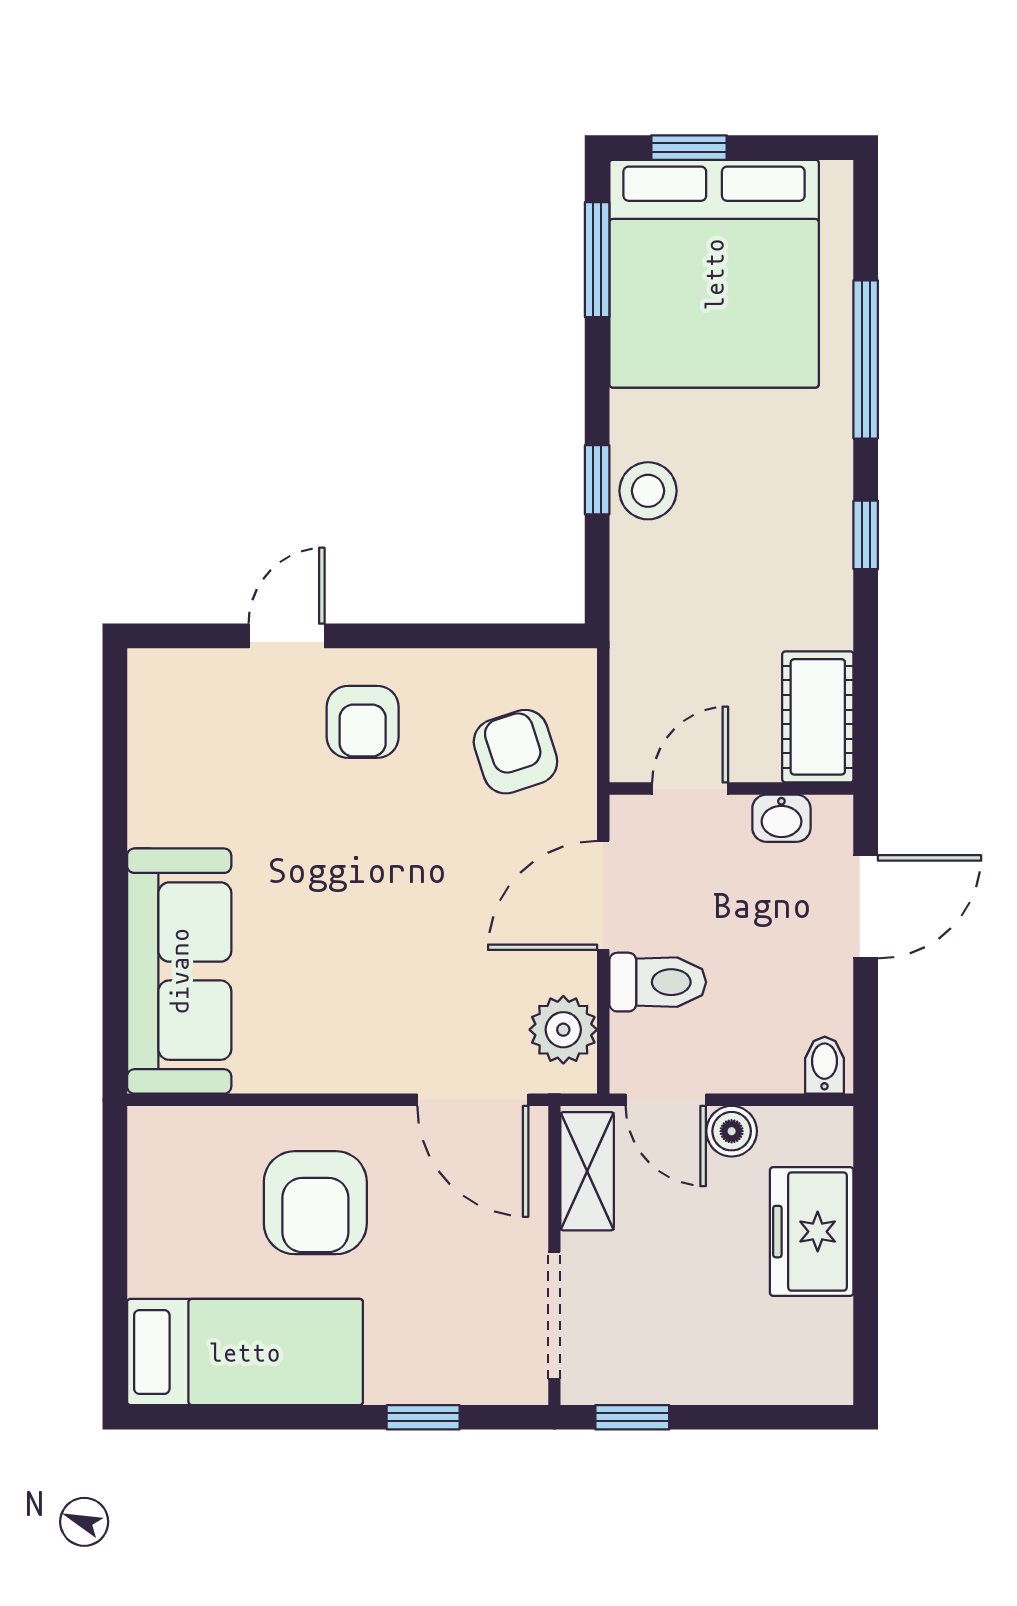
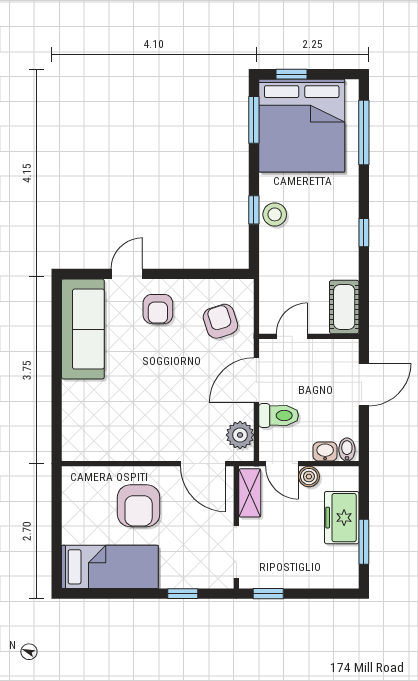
window: (866, 359) -> (364, 133), moved
washbasin: (781, 818) -> (325, 452), moved, turned 180
sofa: (179, 971) -> (83, 329), moved
window: (866, 1291) -> (364, 542), added

